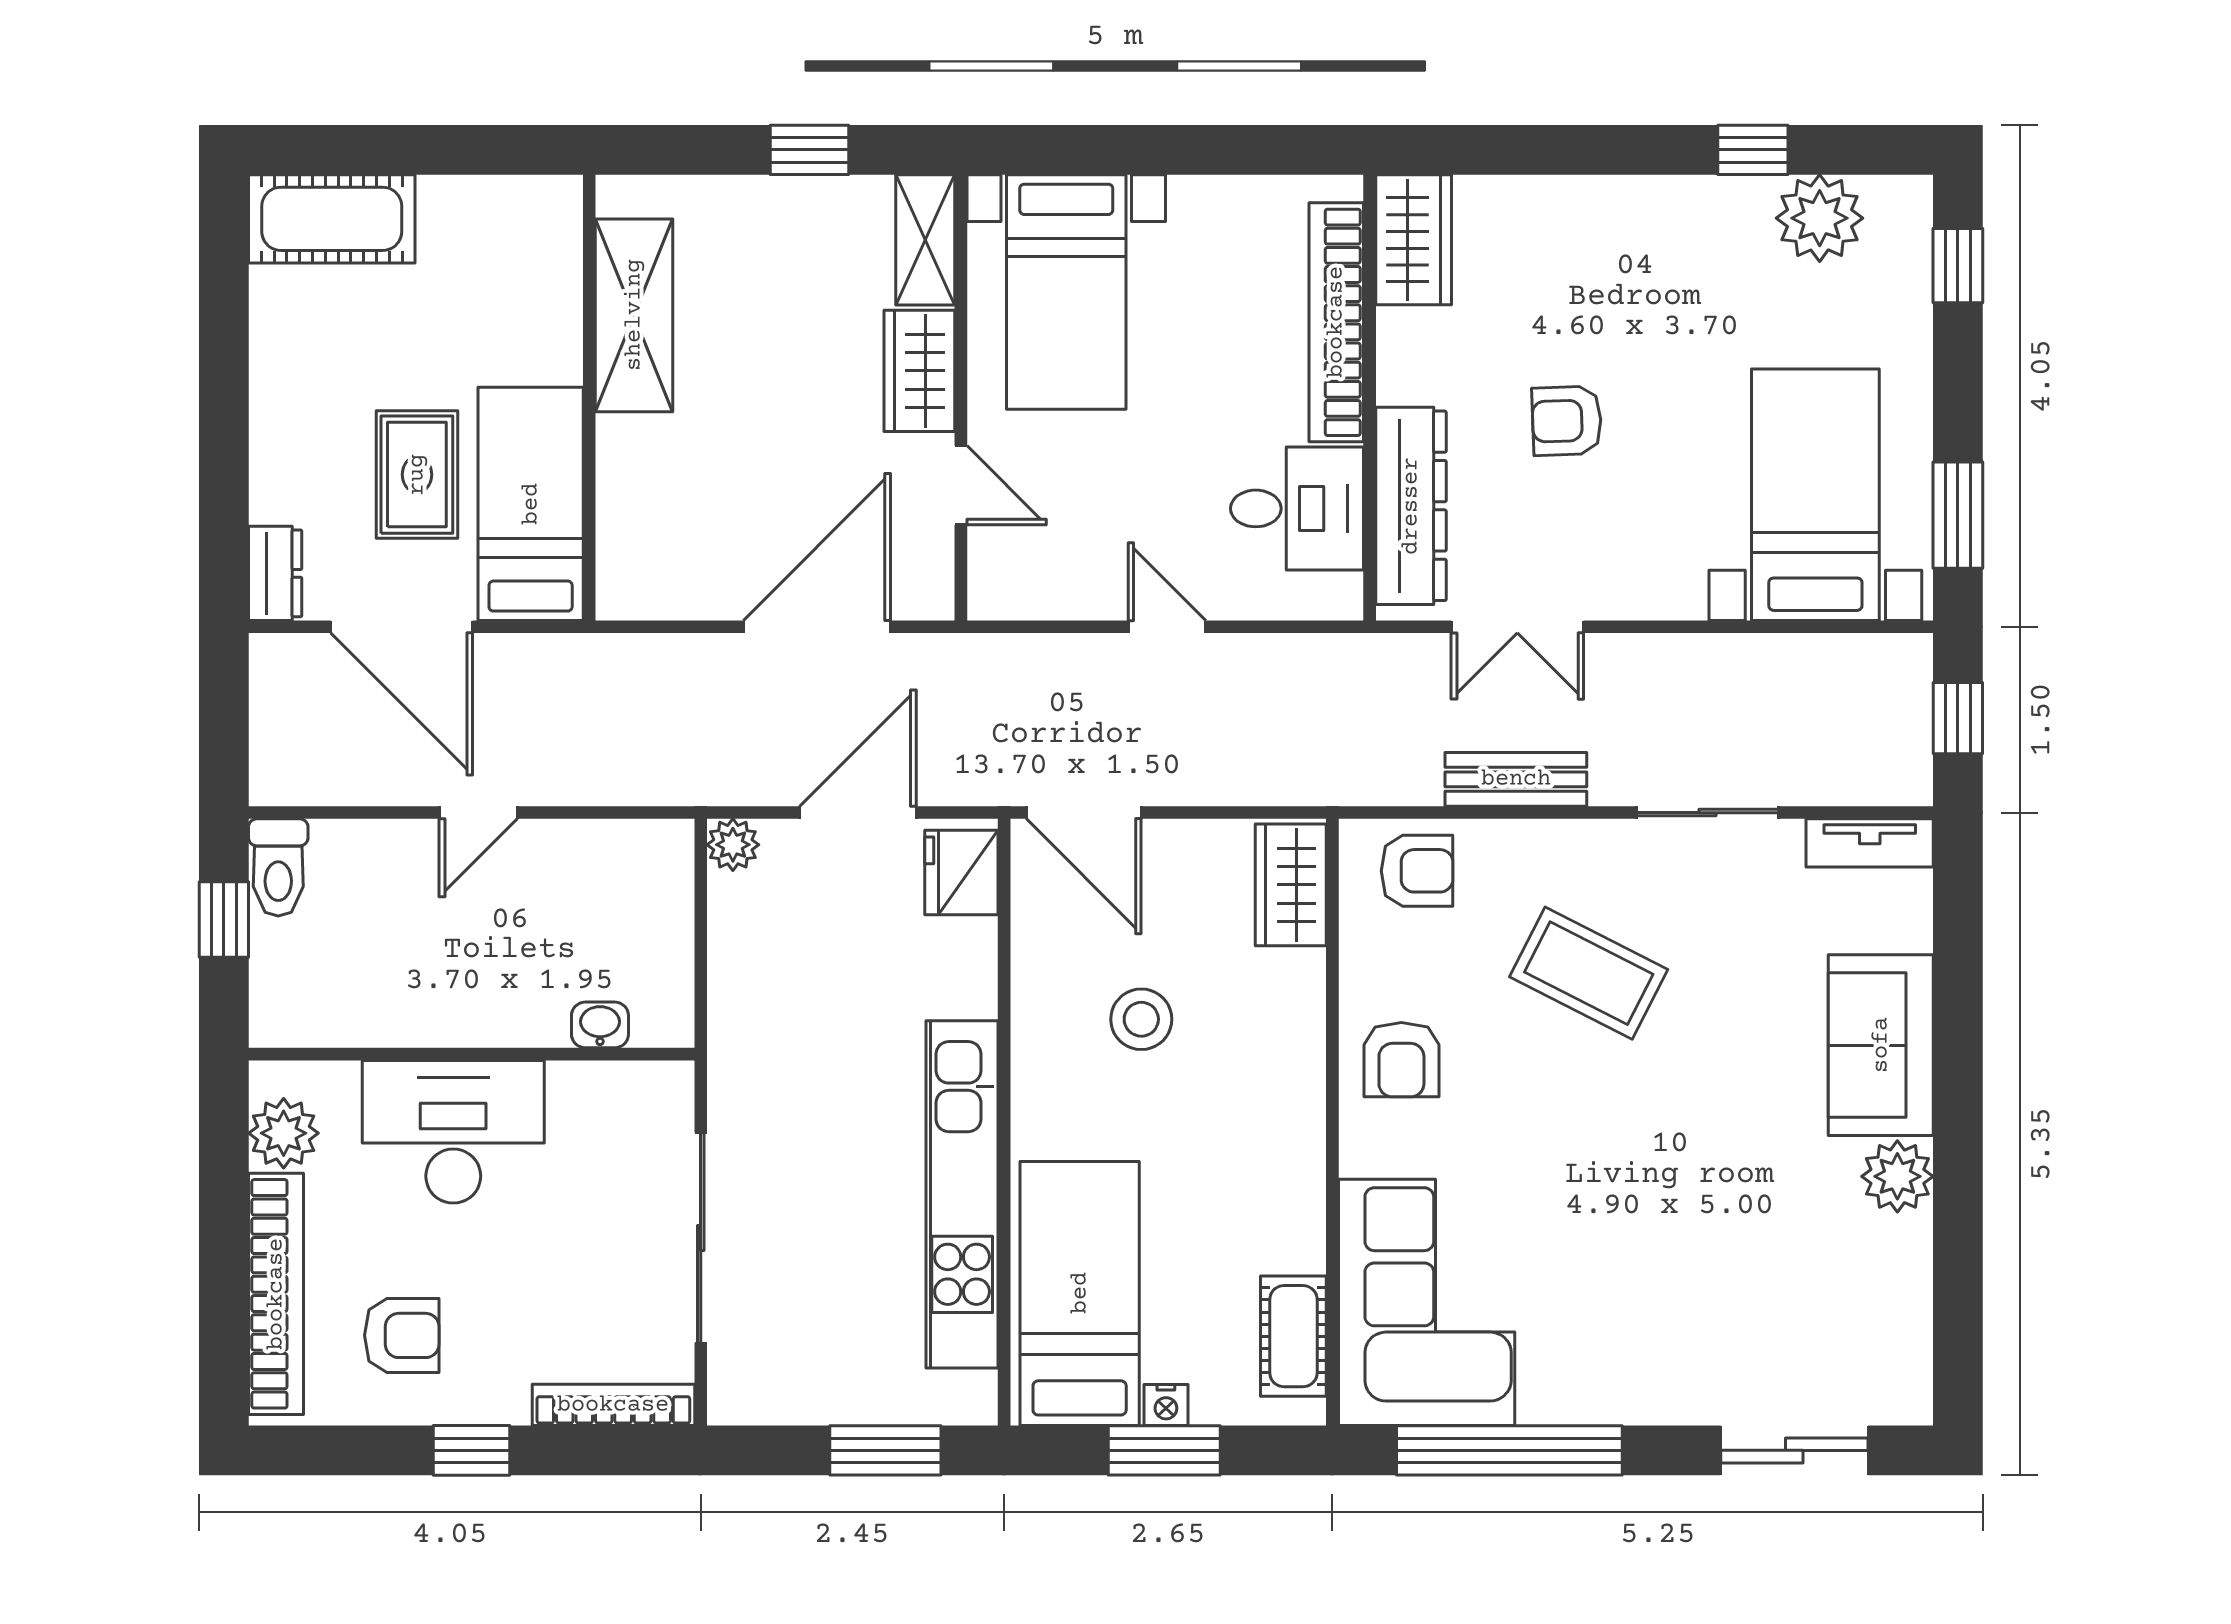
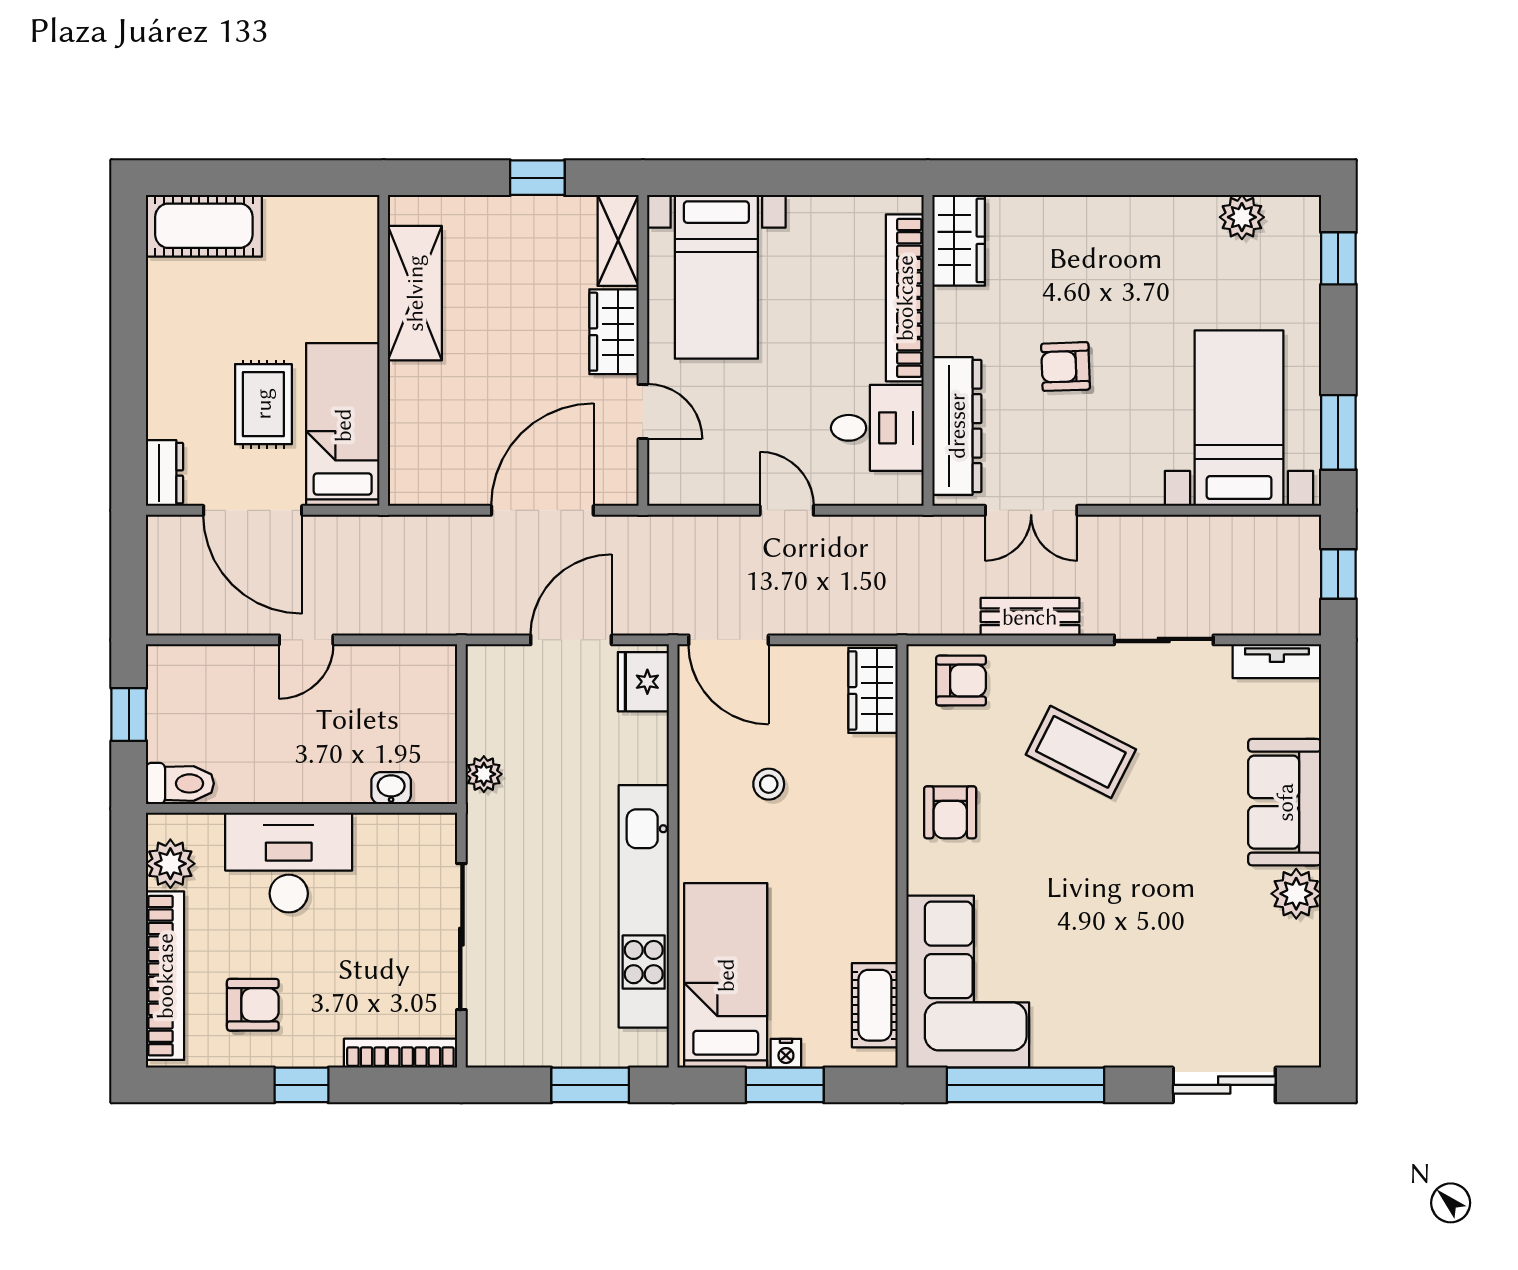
window: (1753, 150) -> (1195, 178), removed
plant: (1820, 218) -> (1242, 217), width x0.73, depth x0.73
plant: (733, 845) -> (484, 774), moved
toilet: (278, 867) -> (180, 783), moved, turned -90
stool: (1141, 1019) -> (769, 784), width x0.73, depth x0.73

